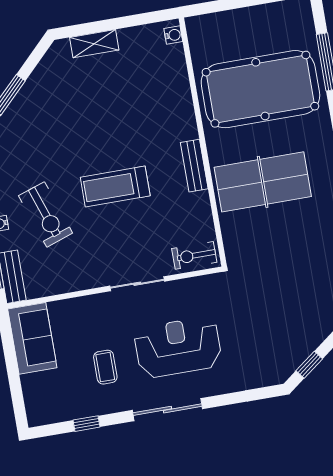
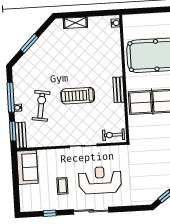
exercise bike: (46, 214) -> (41, 106), turned -152

